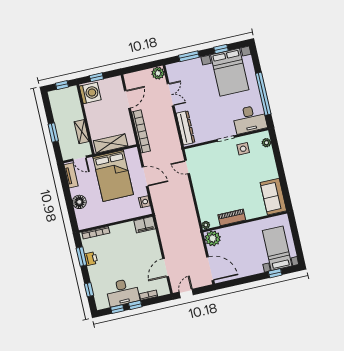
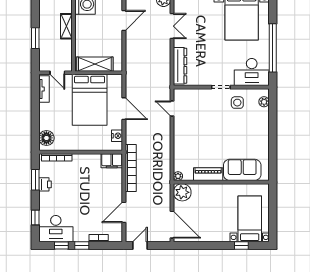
bookcase: (141, 131) -> (131, 168), moved
shelving: (82, 132) -> (66, 26), moved
sofa: (273, 197) -> (242, 170), moved, turned 90
floor lamp: (79, 202) -> (46, 138), moved
desk: (123, 292) -> (56, 229), moved

